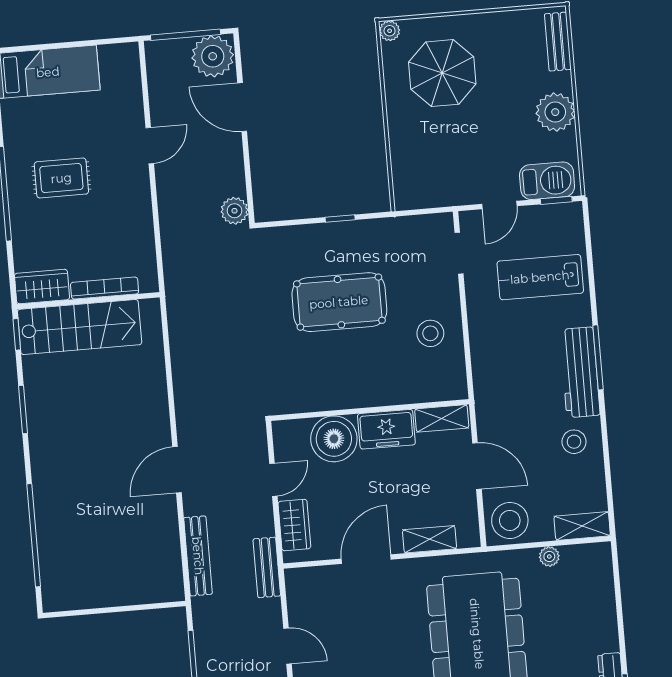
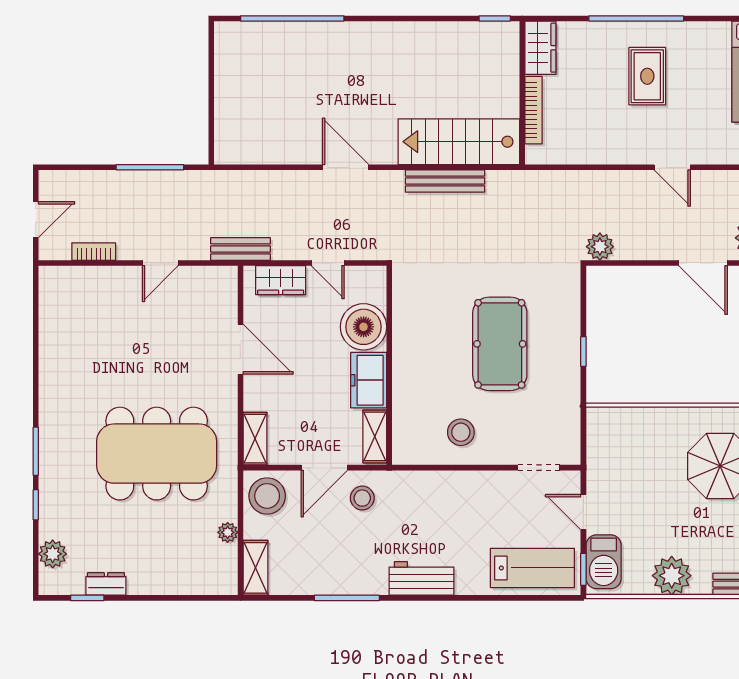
door: (242, 107) -> (703, 263), swing flipped
lab bench: (540, 277) -> (532, 568), moved, turned 90
stairs: (80, 327) -> (459, 142), moved, turned 90
window: (598, 357) -> (347, 598), moved
workbench: (580, 372) -> (422, 578), width x0.73
window: (23, 410) -> (419, 18), removed
stool: (574, 442) -> (362, 498), moved
shelving: (430, 539) -> (255, 439), moved
bench: (198, 556) -> (445, 181), moved

